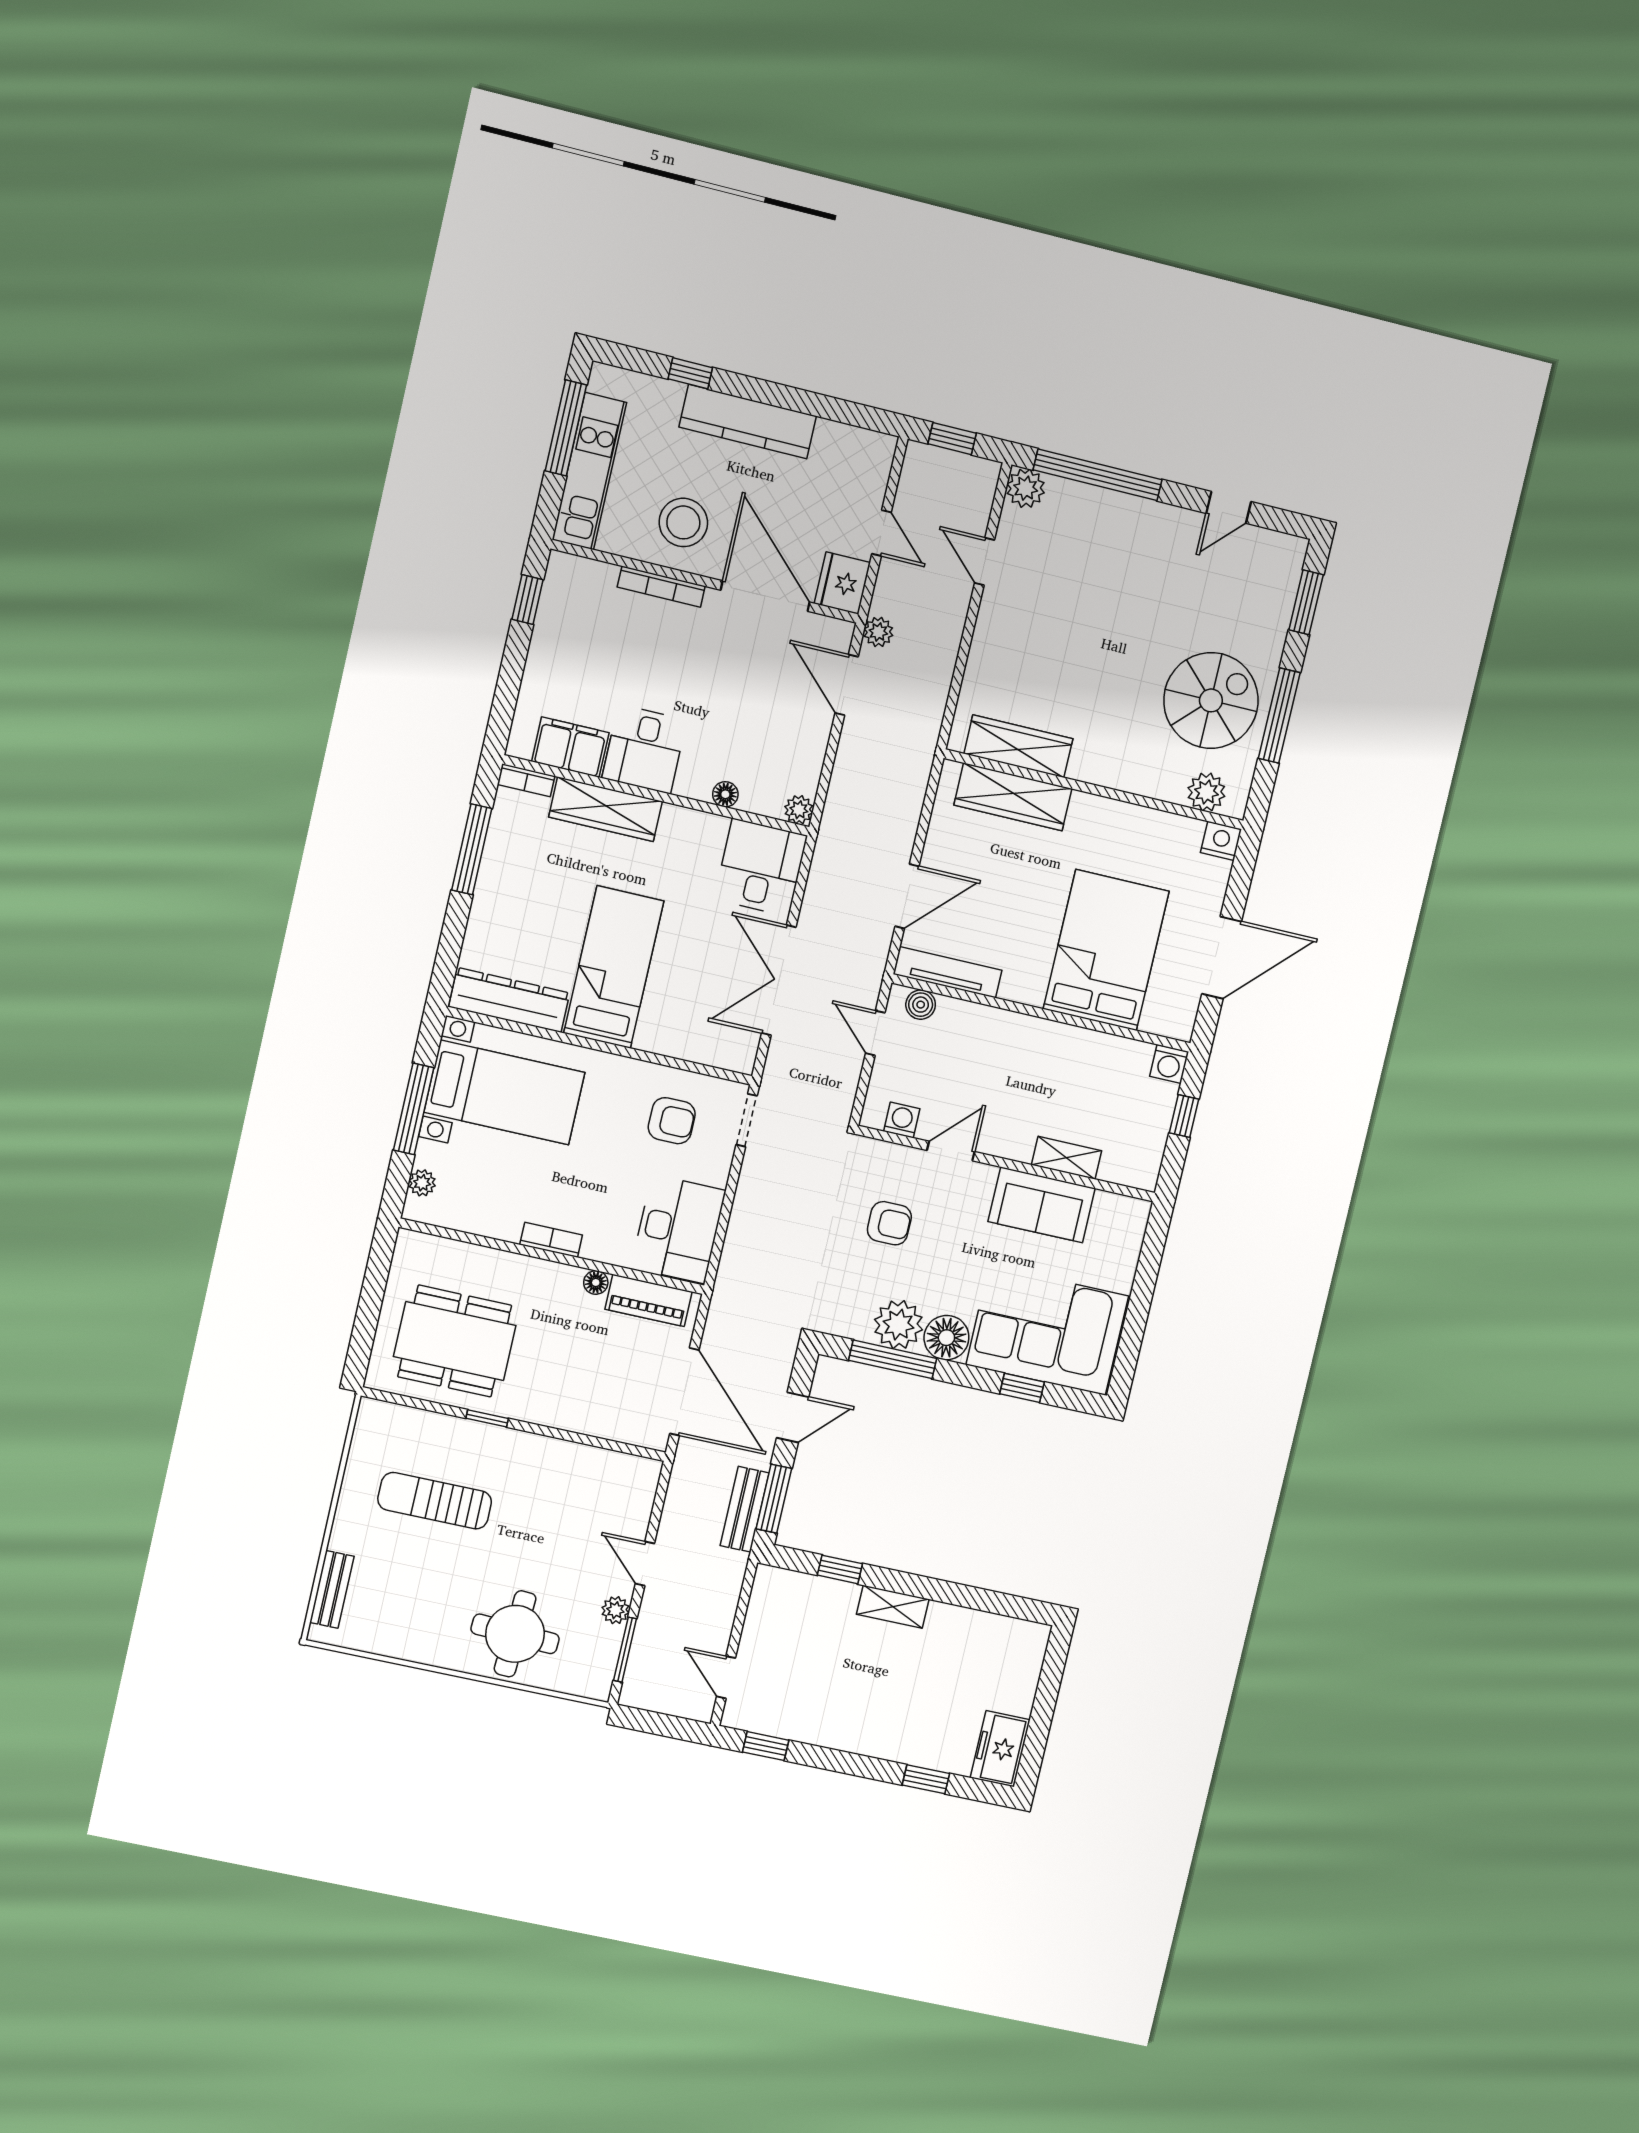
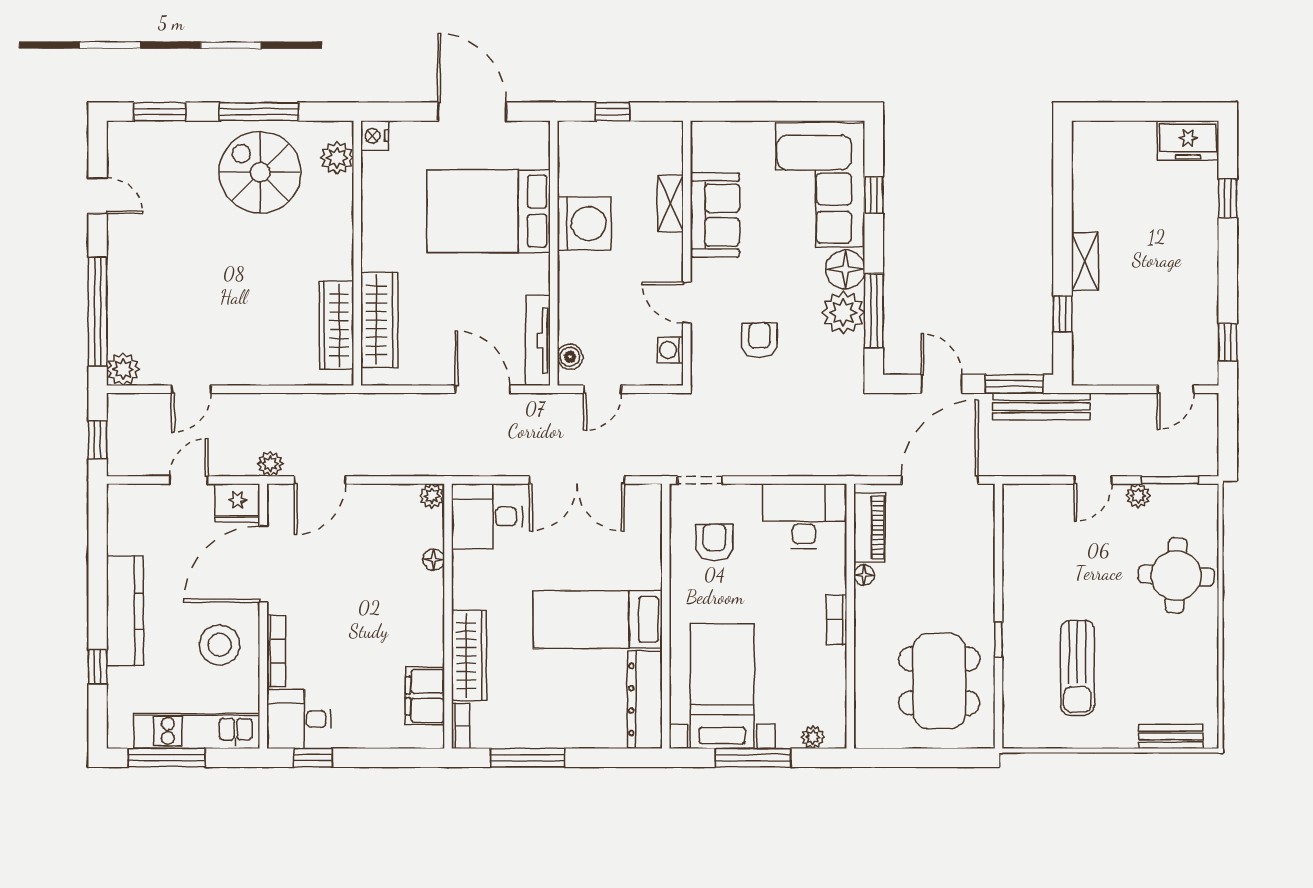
desk: (644, 749) -> (299, 719), moved, turned 180
washing machine: (1169, 1064) -> (584, 224), moved, width x1.89, depth x1.89
bench: (745, 1509) -> (1041, 407), width x1.36

